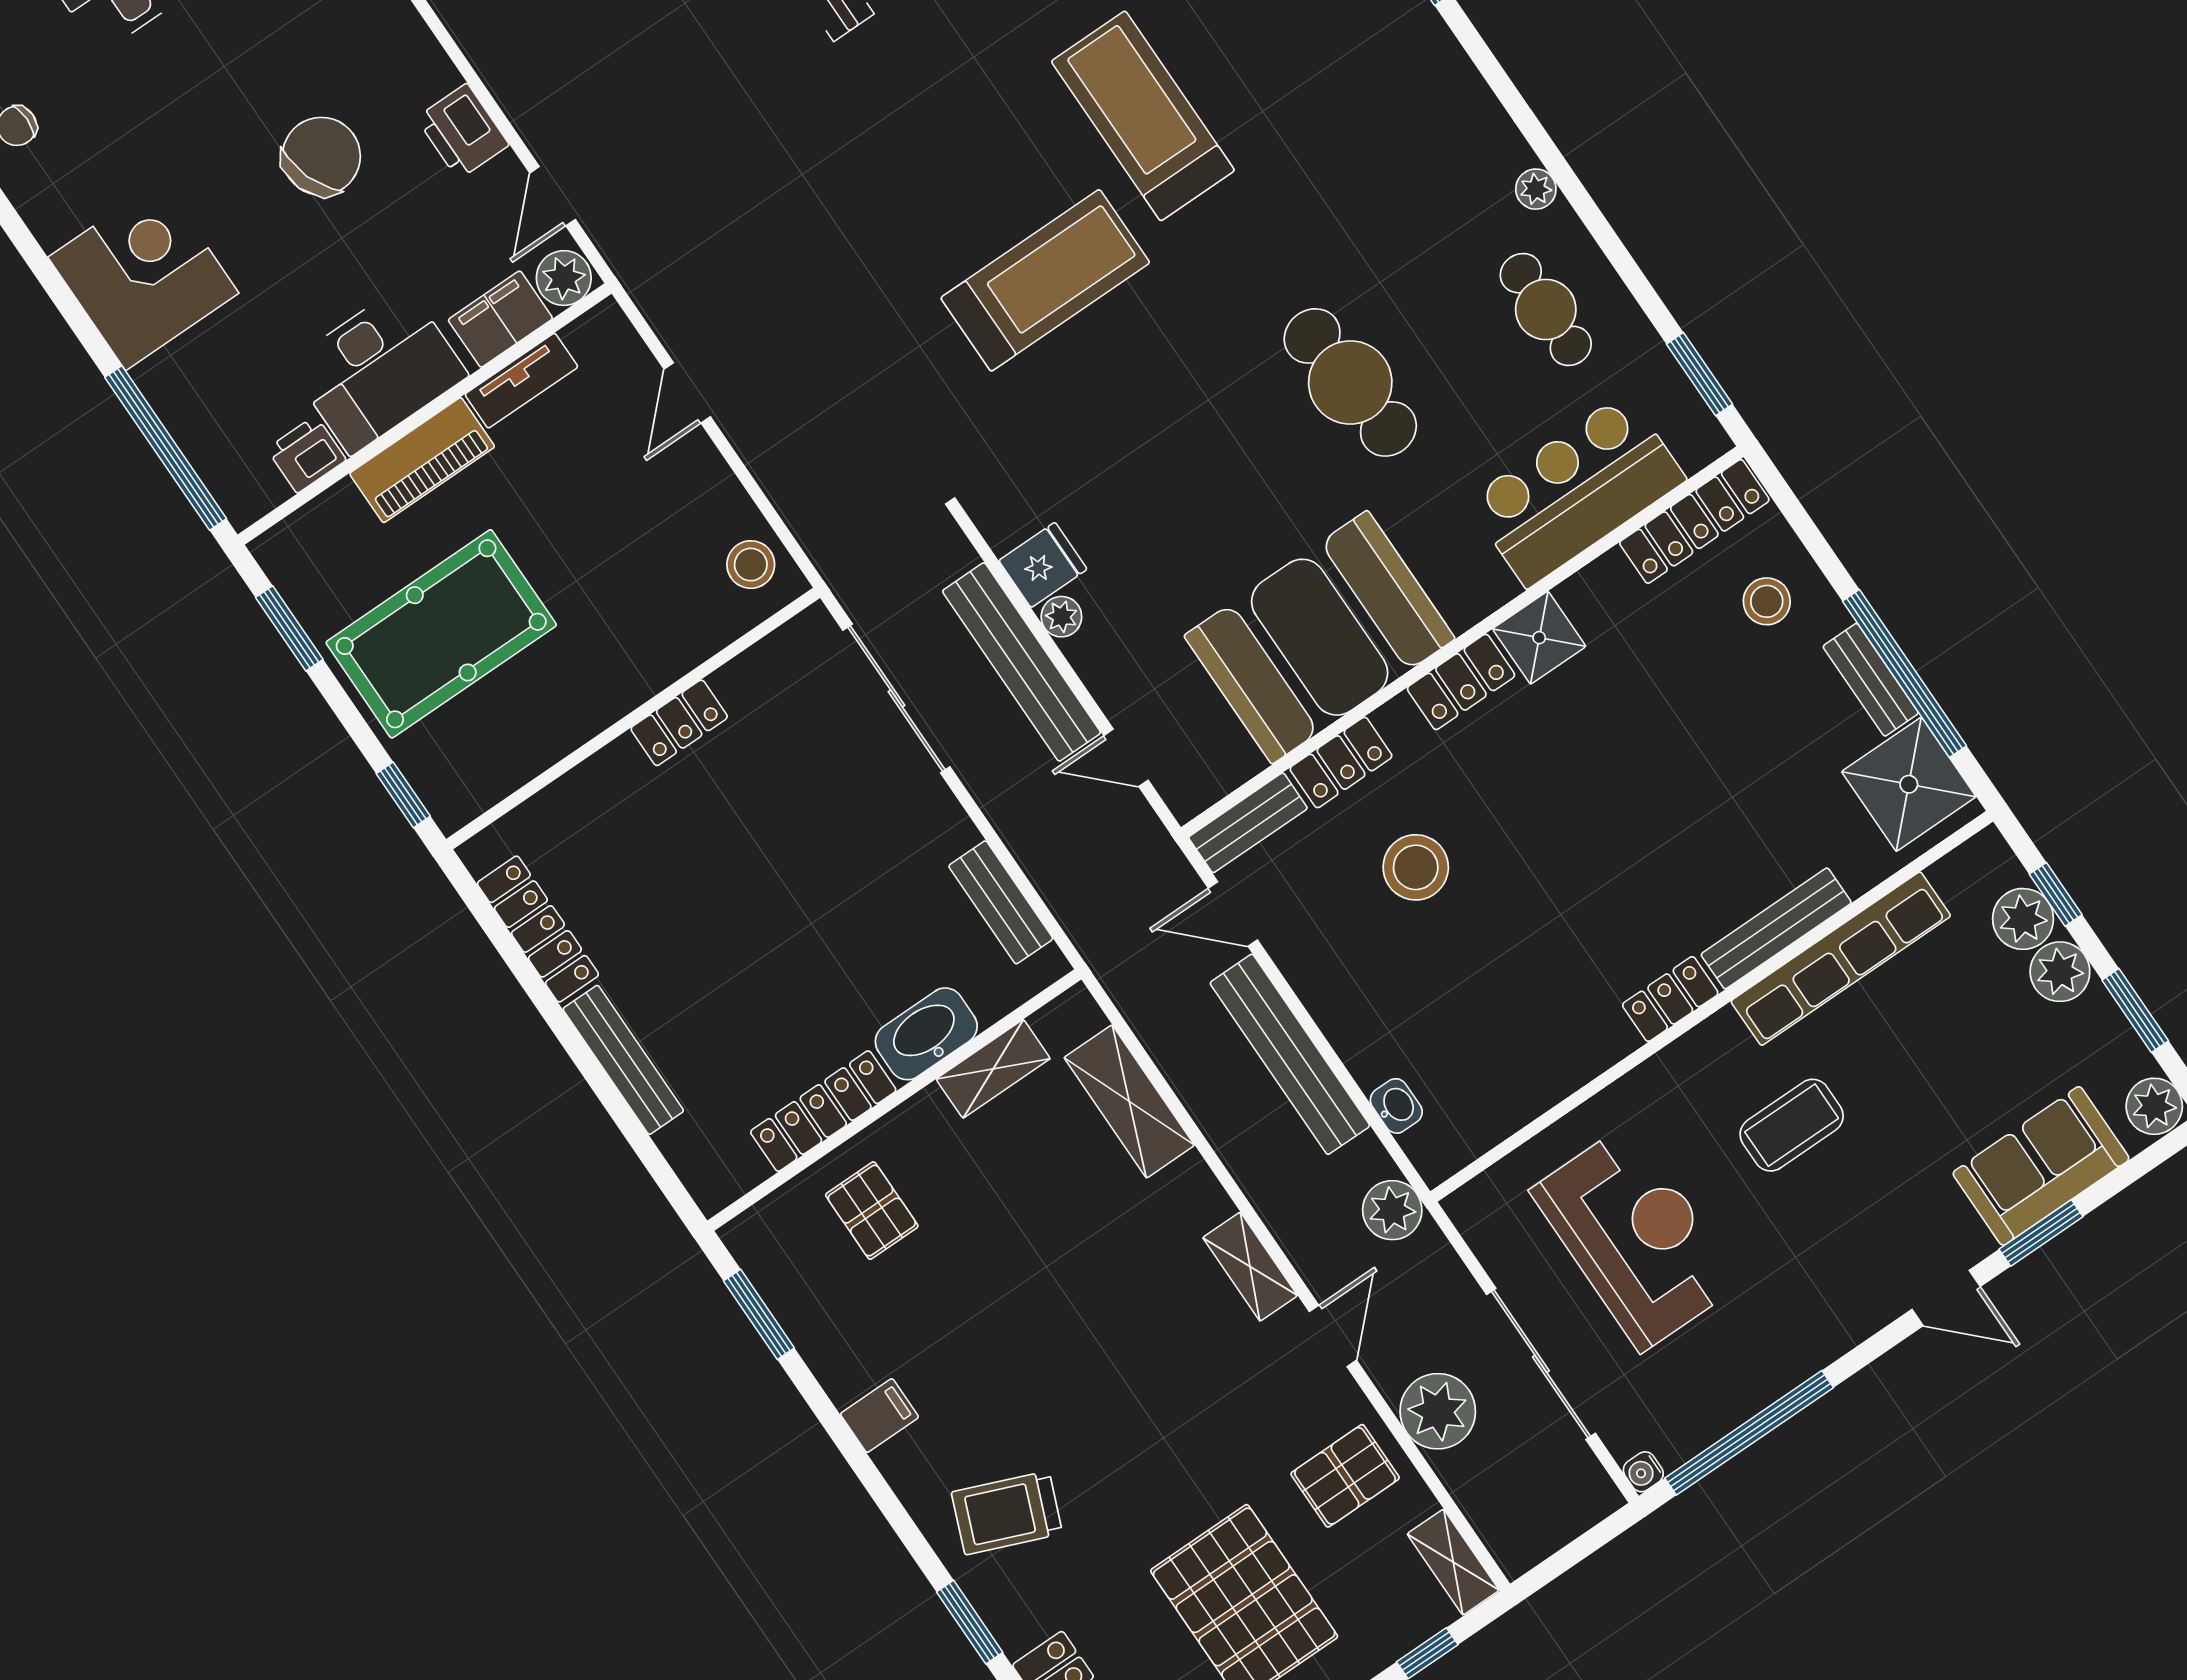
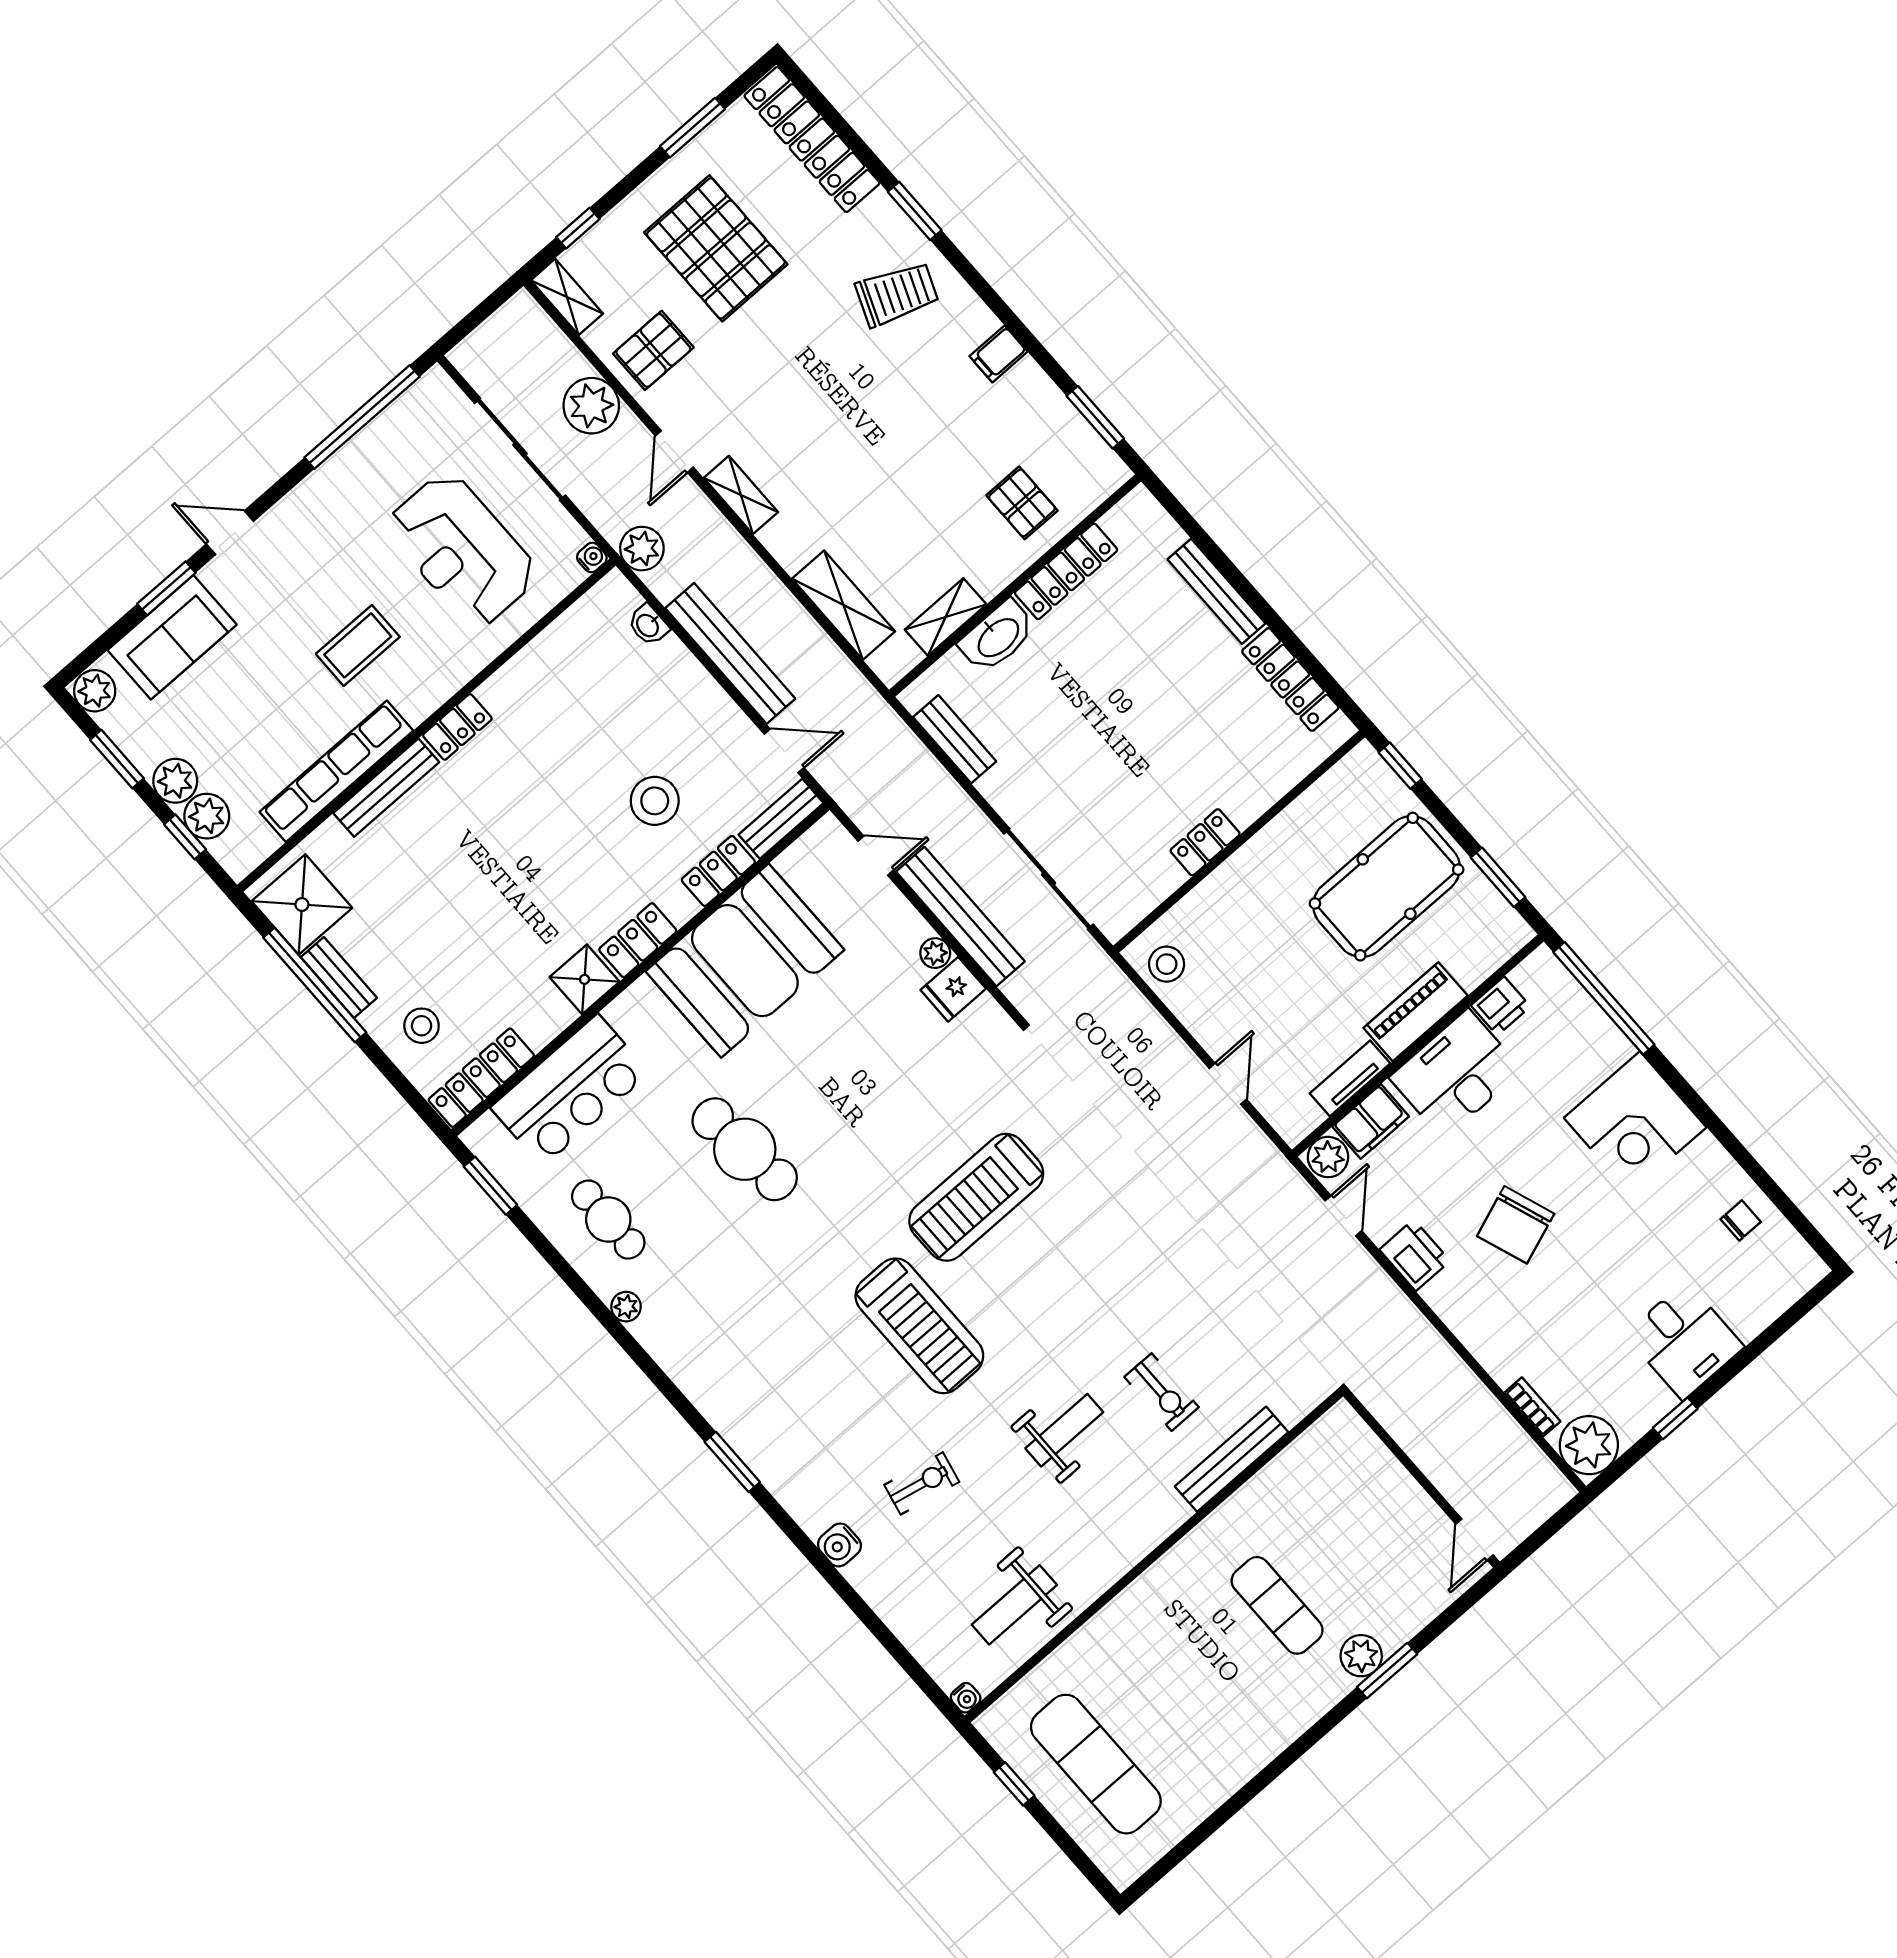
water cooler: (1643, 1472) -> (592, 557), moved

